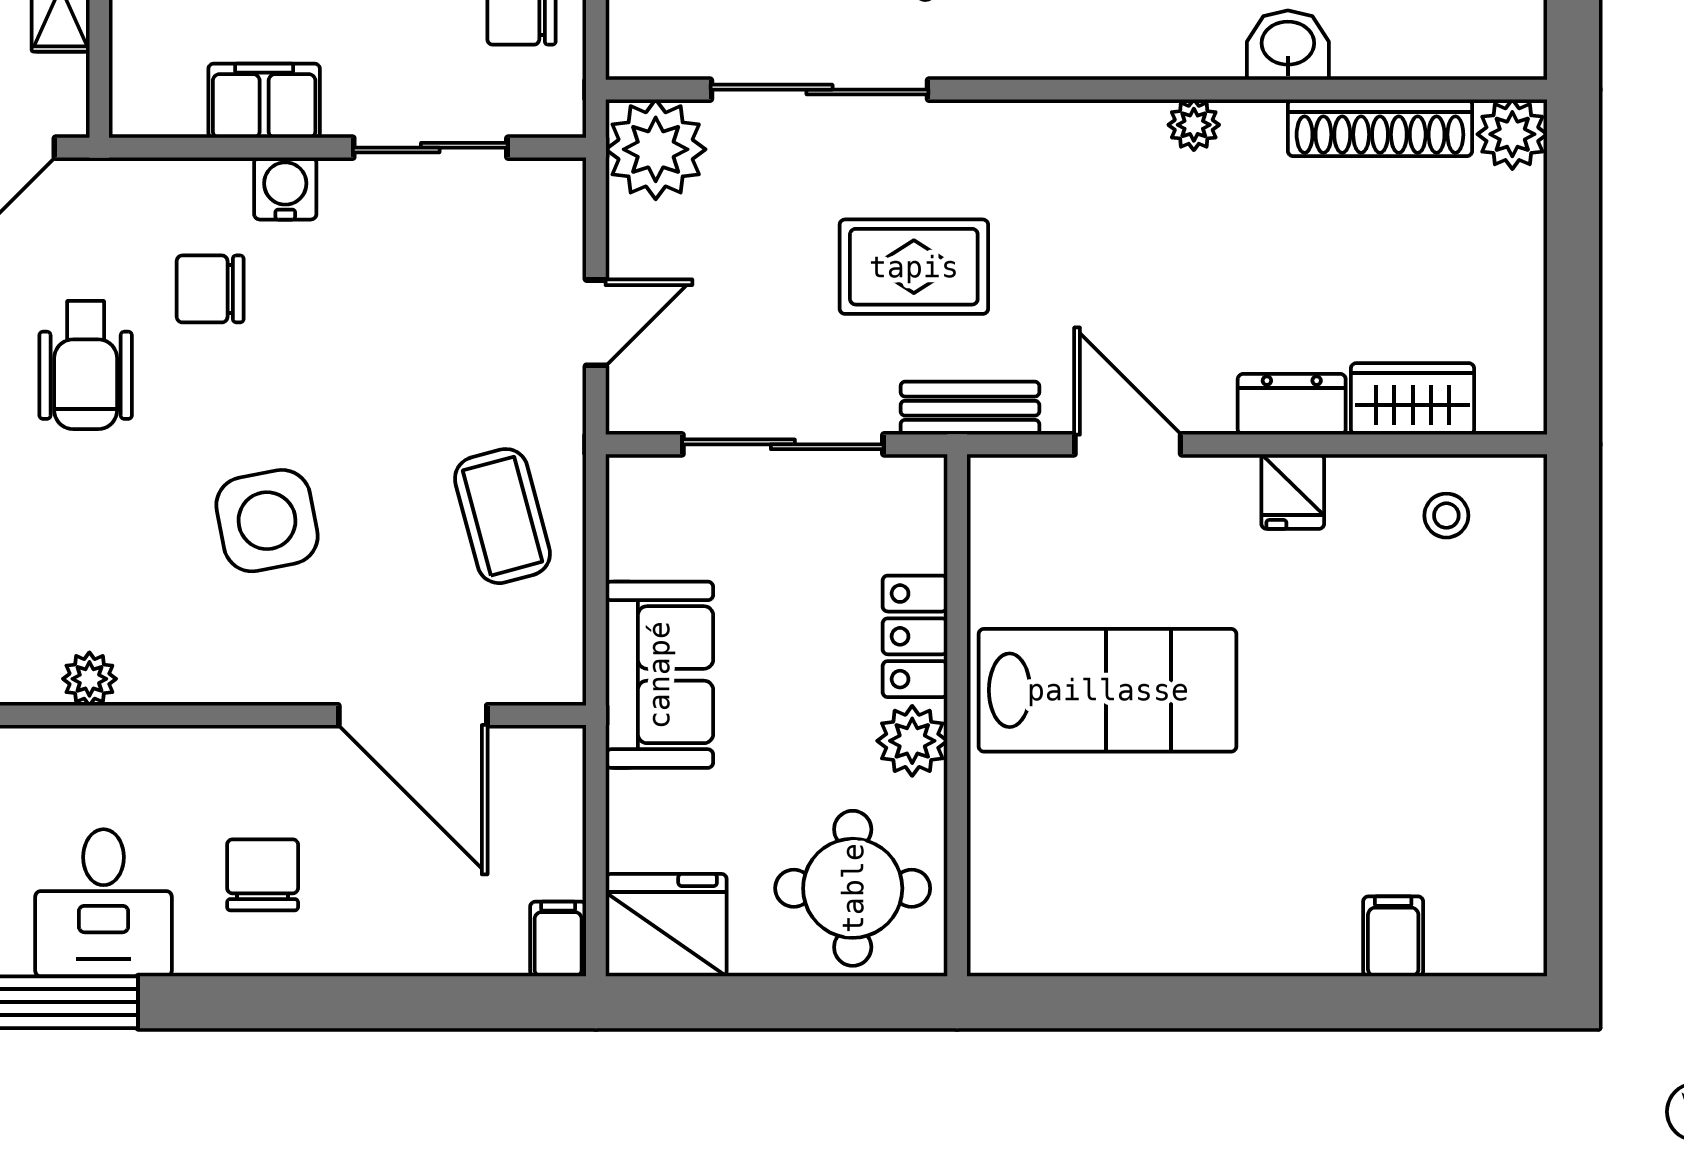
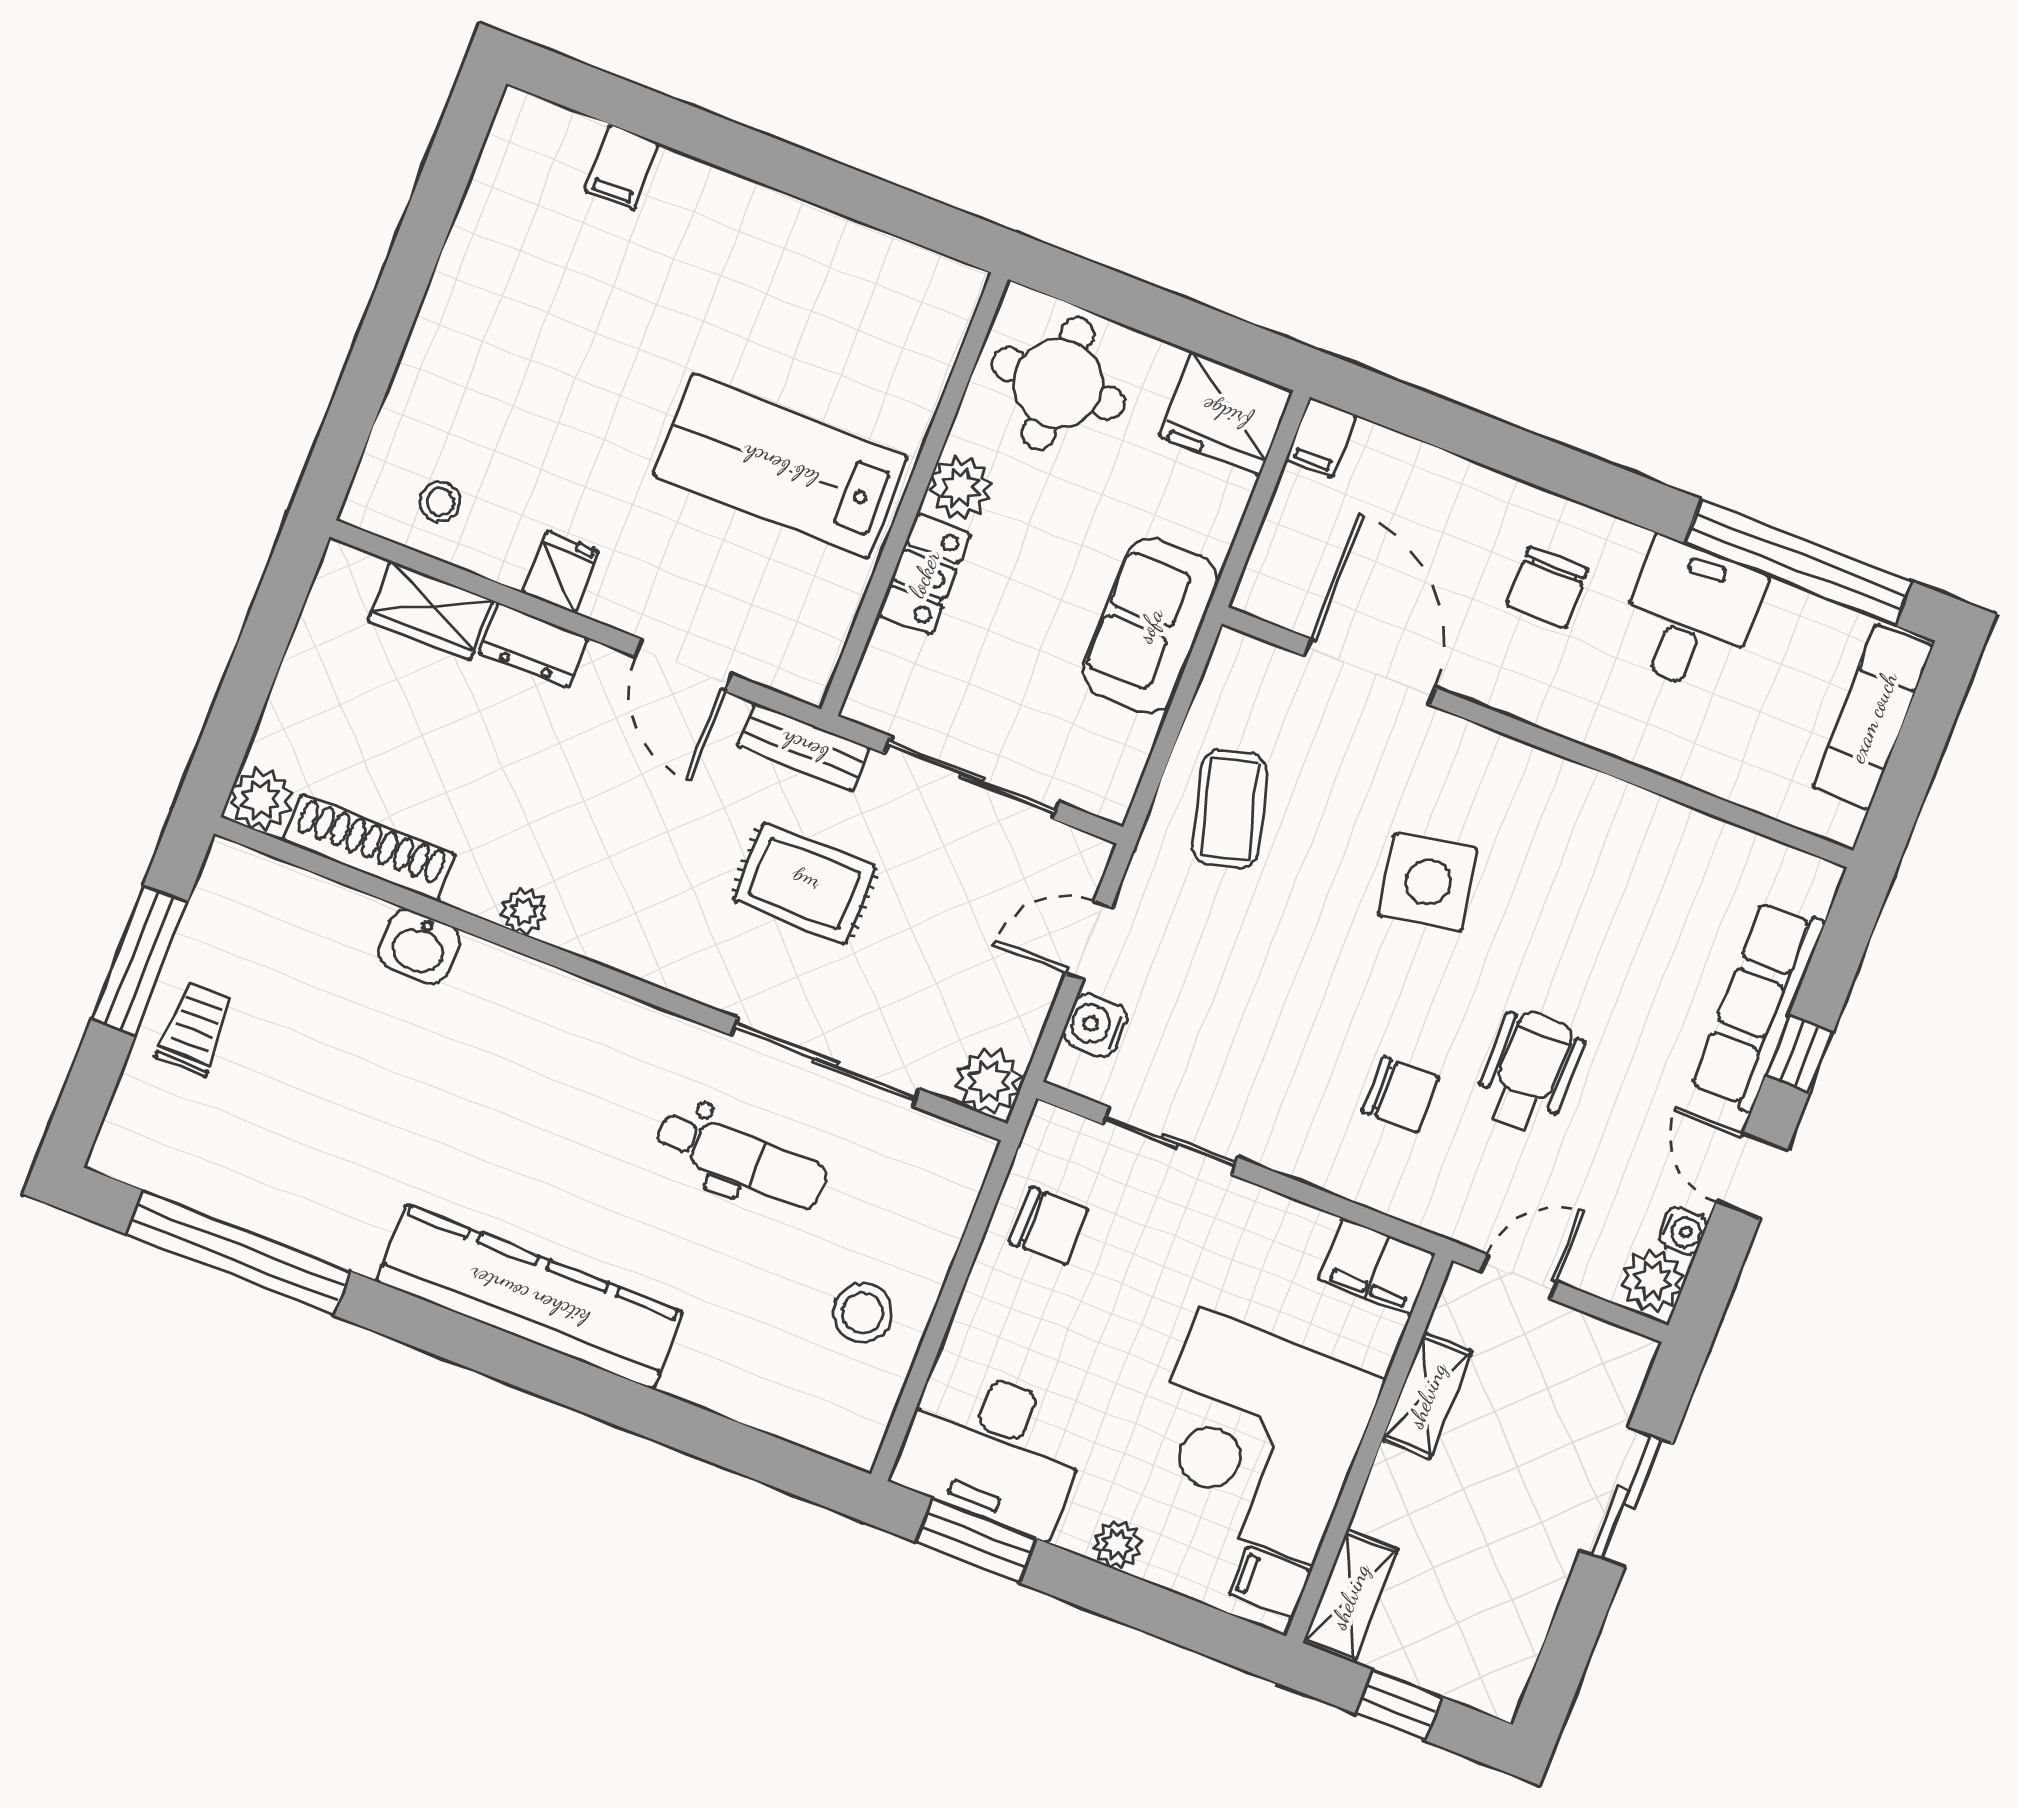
filing cabinet: (264, 101) -> (1377, 1267), moved
plant: (656, 149) -> (989, 1081), width x0.73, depth x0.73
water cooler: (285, 188) -> (1095, 1025), moved, turned 90
plant: (89, 679) -> (1628, 808), removed

